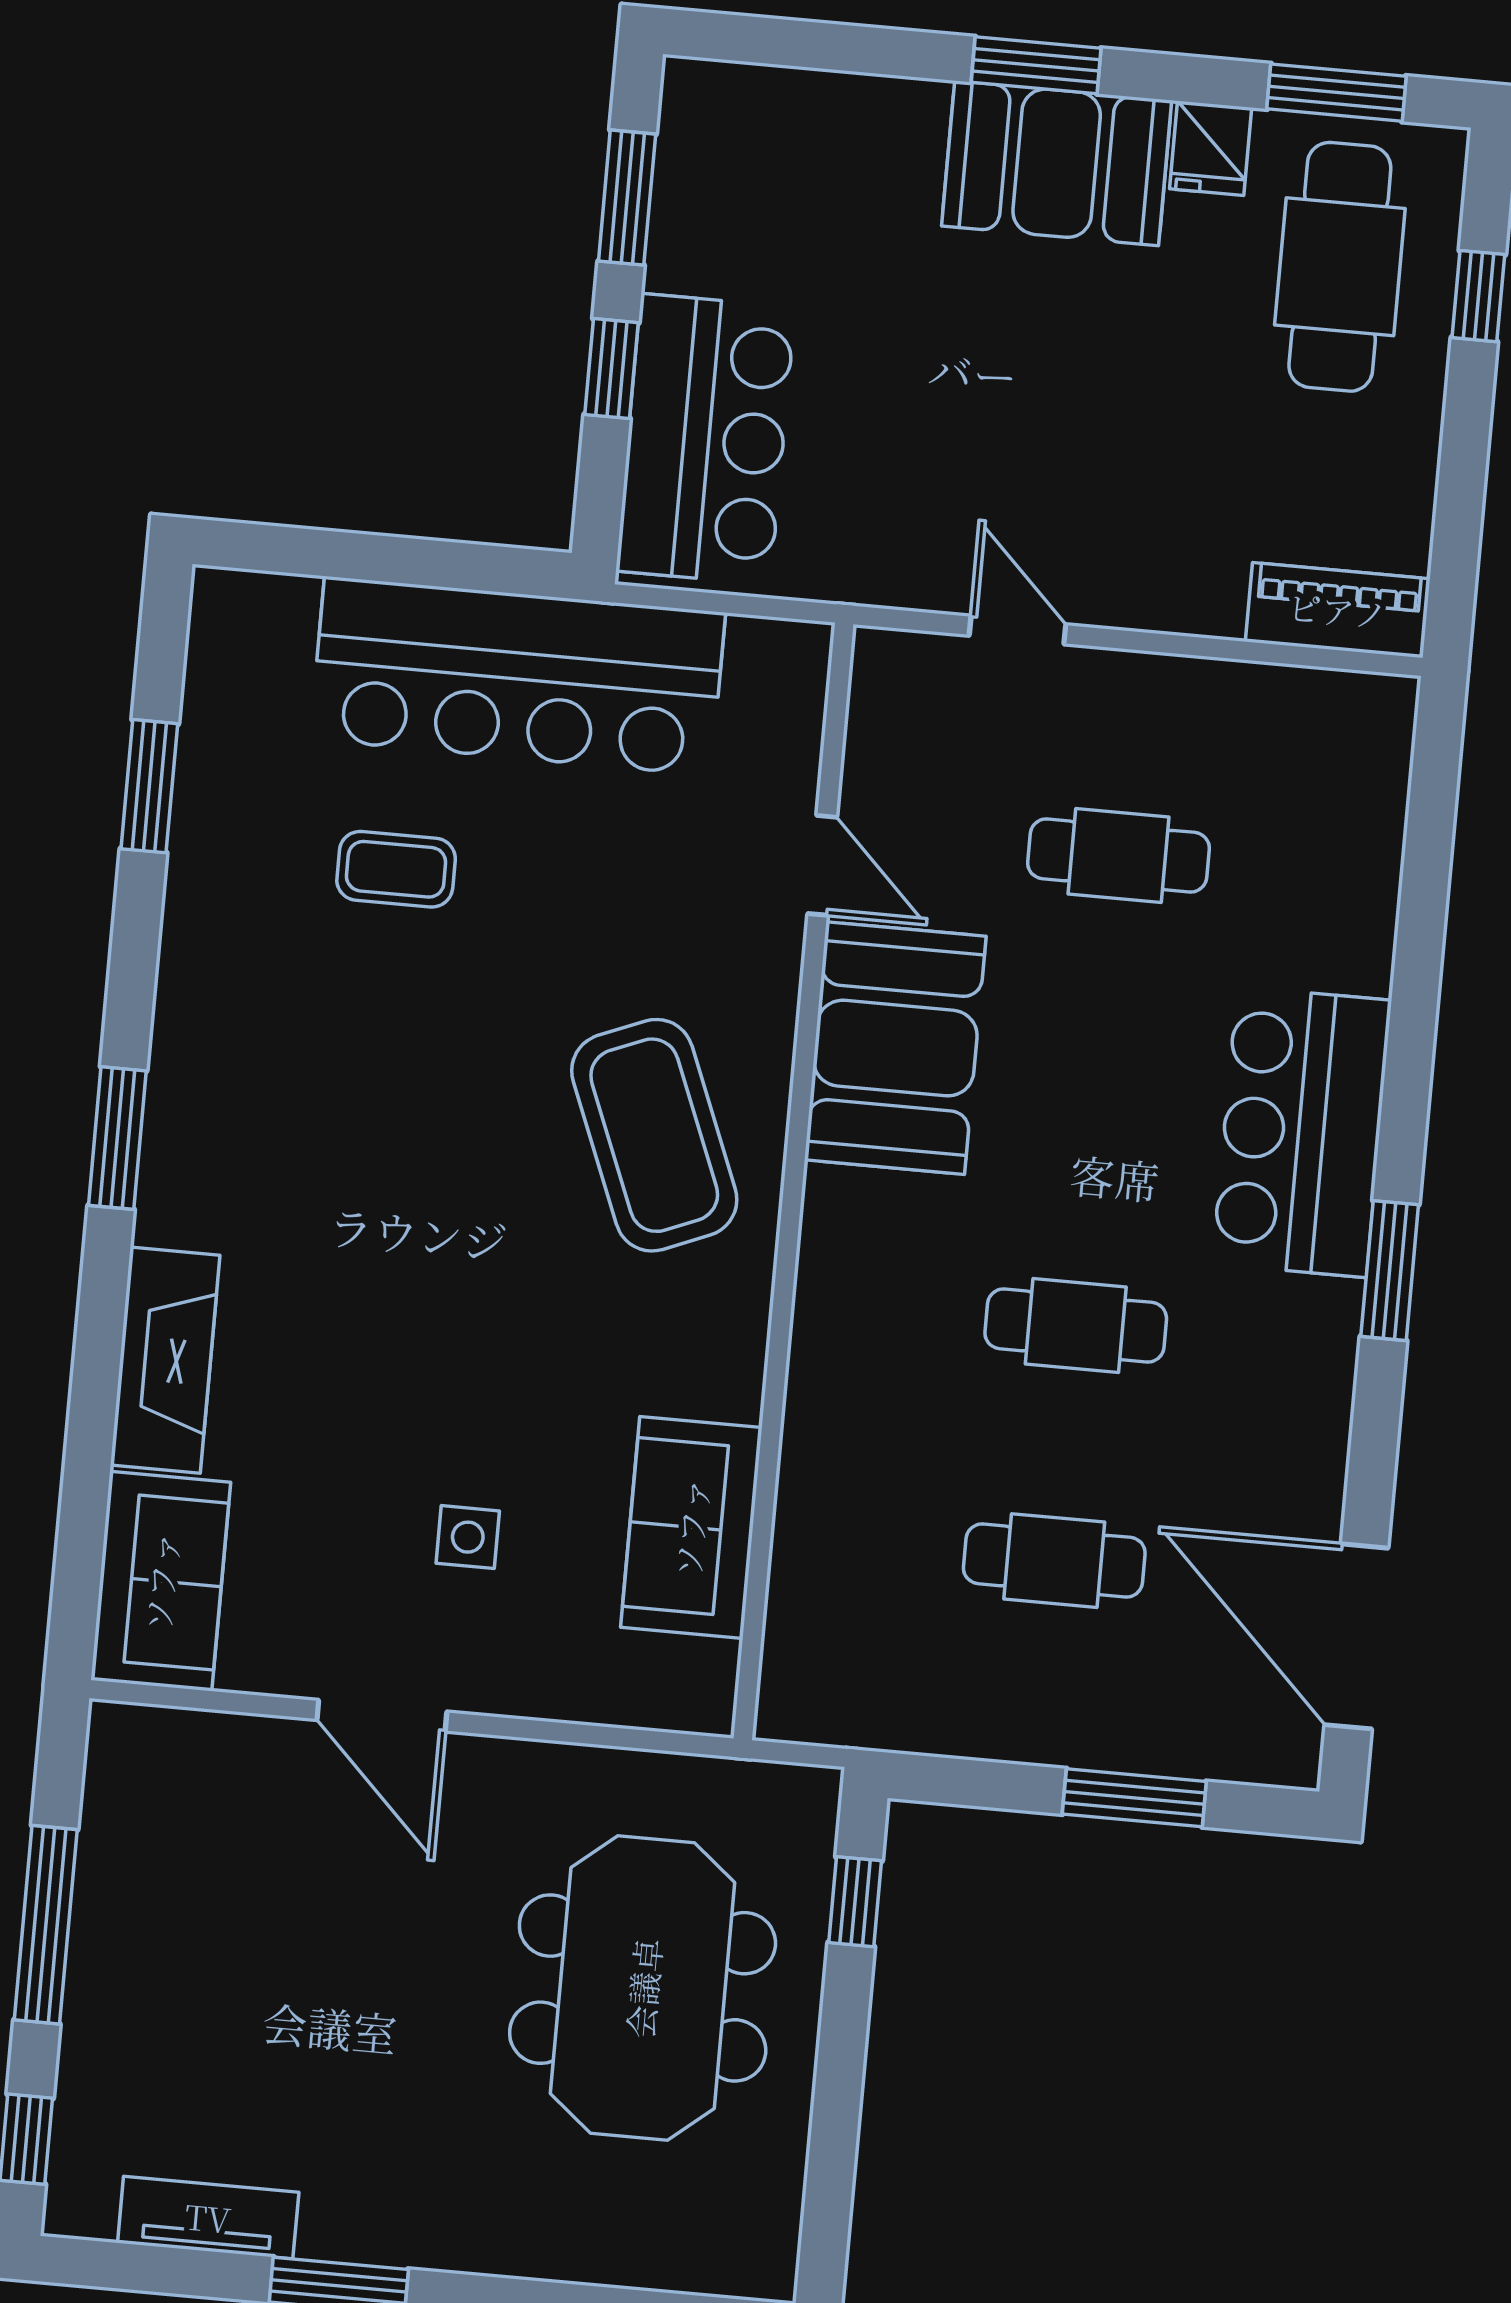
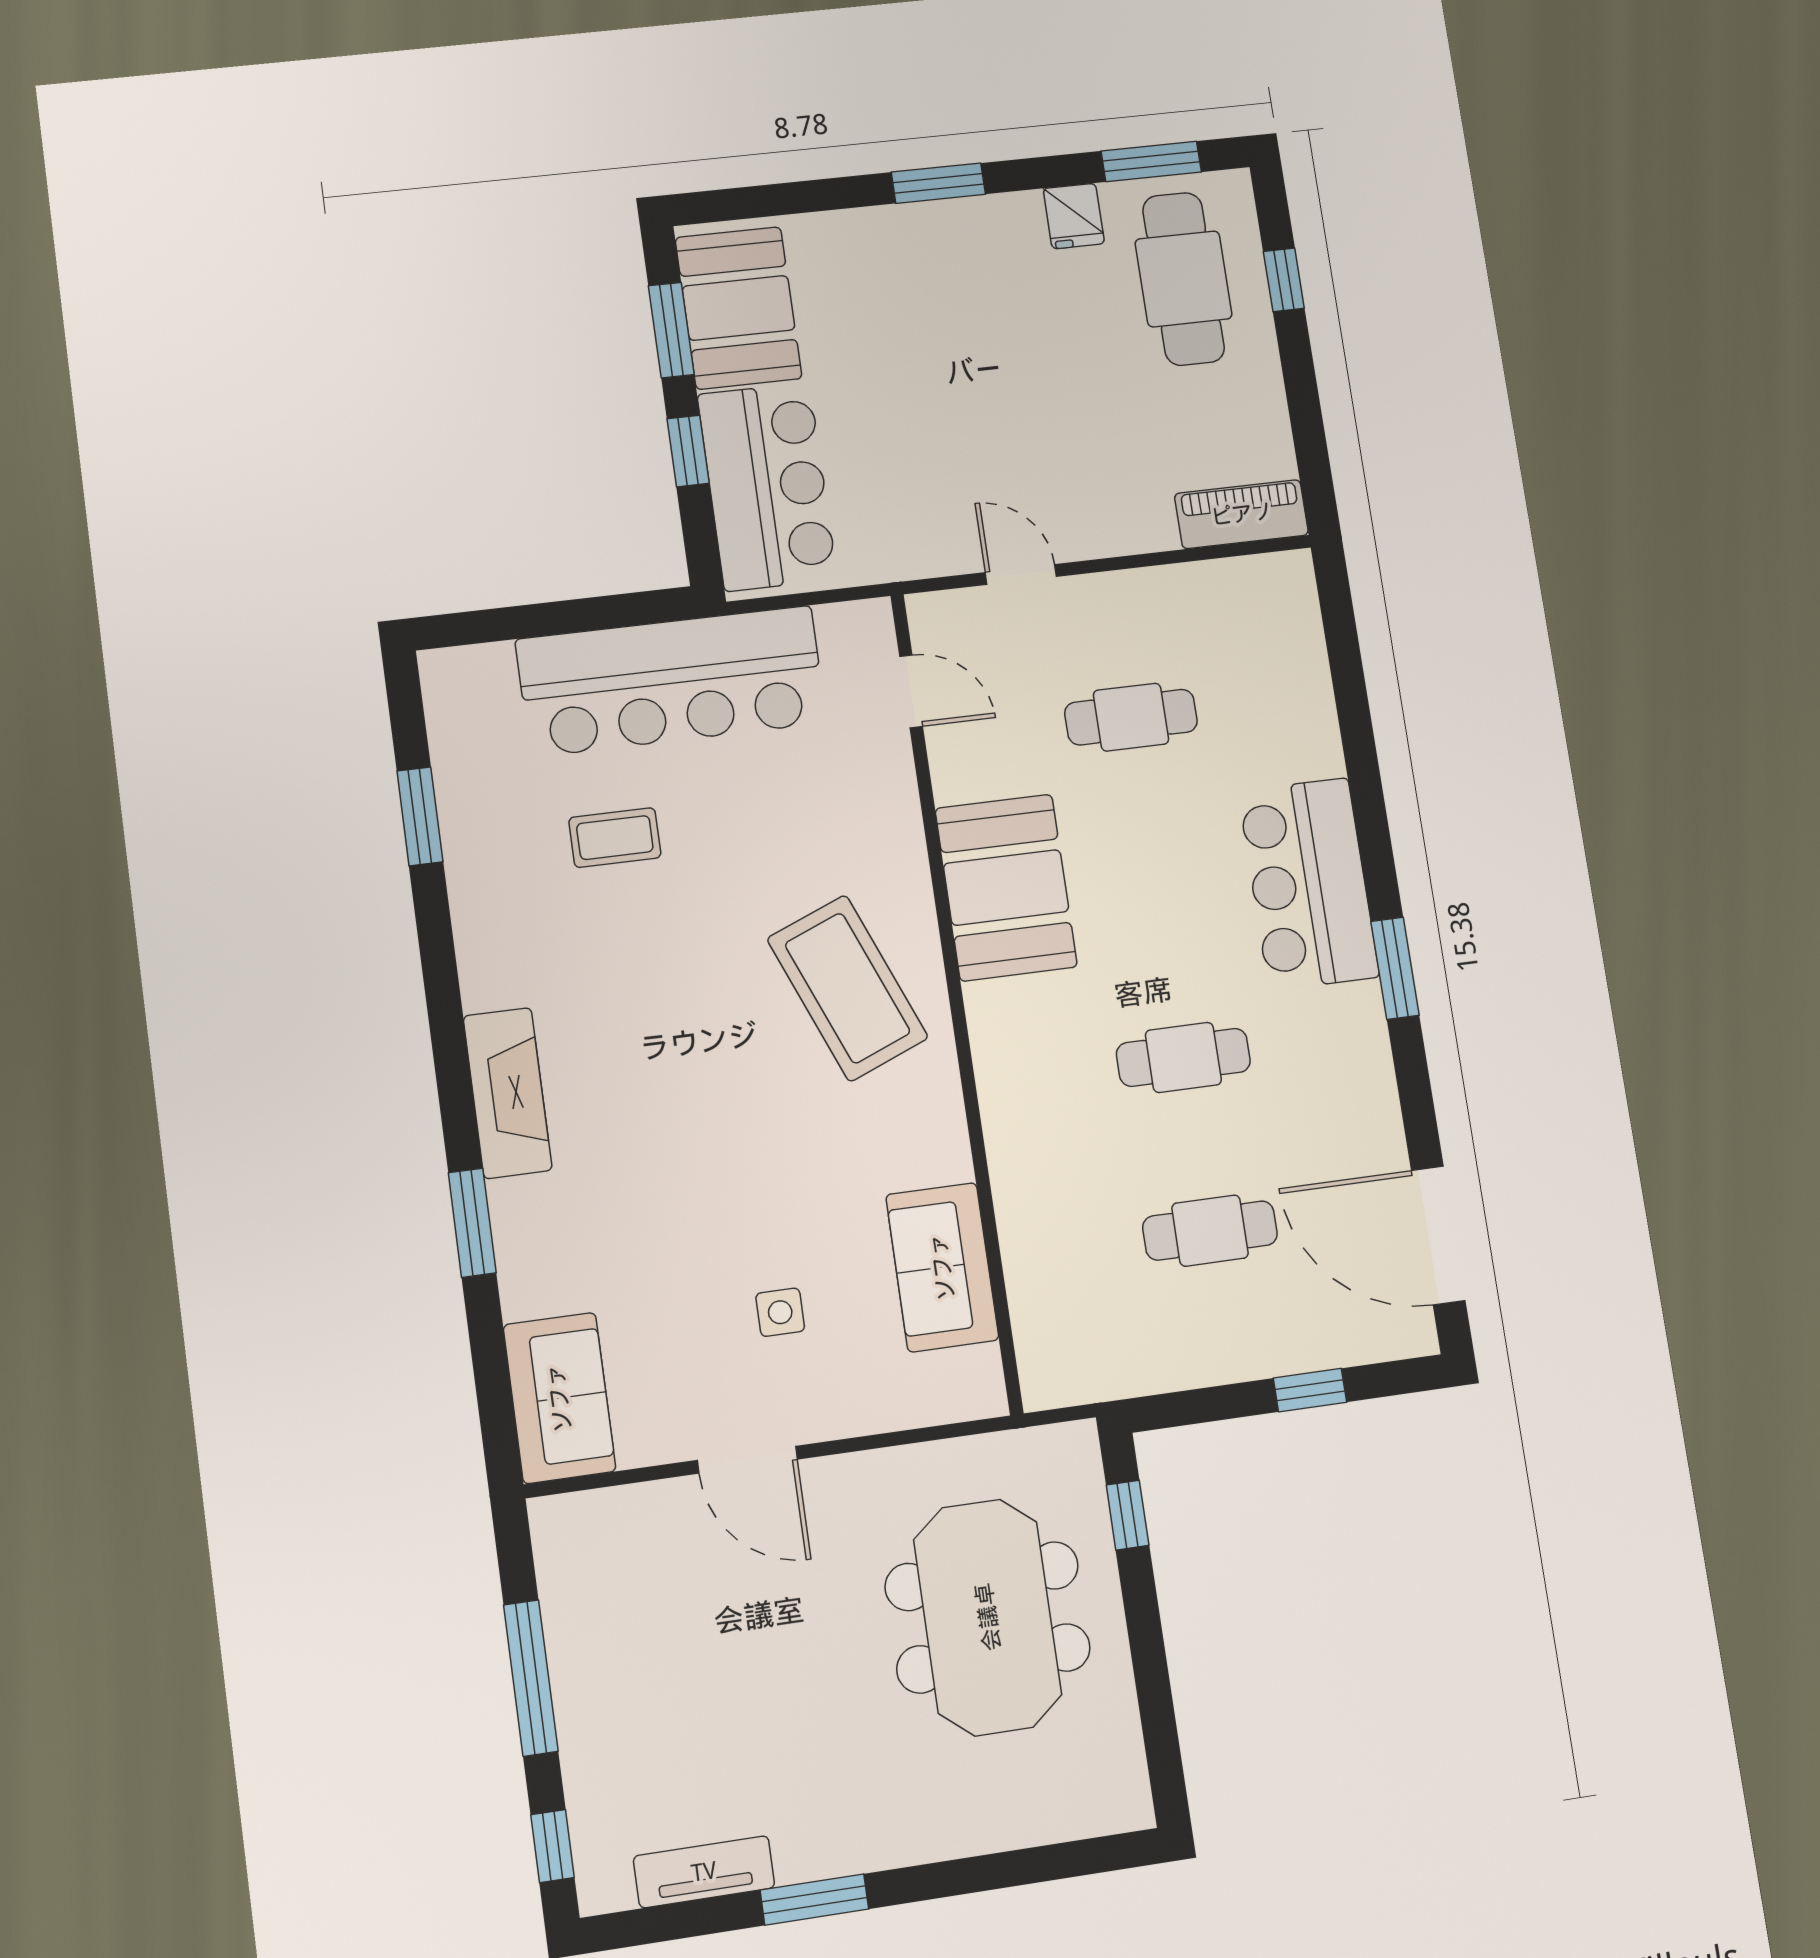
booth: (1057, 163) -> (739, 308), moved, turned 90
door: (822, 865) -> (911, 691), moved
window: (117, 1138) -> (472, 1223), moved
fireplace: (165, 1360) -> (508, 1093), moved
window: (1134, 1798) -> (1310, 1390), width x0.67

